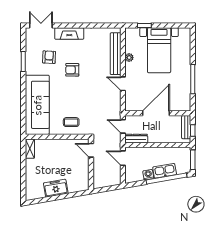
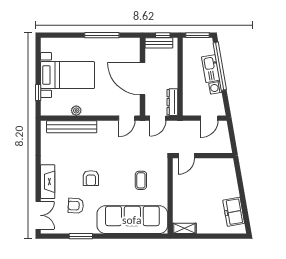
double door: (41, 25) -> (38, 215), swing flipped
door: (123, 84) -> (127, 118), moved
coffee table: (71, 122) -> (141, 180), moved
door: (123, 158) -> (209, 118), moved
freezer: (56, 188) -> (234, 212), moved

